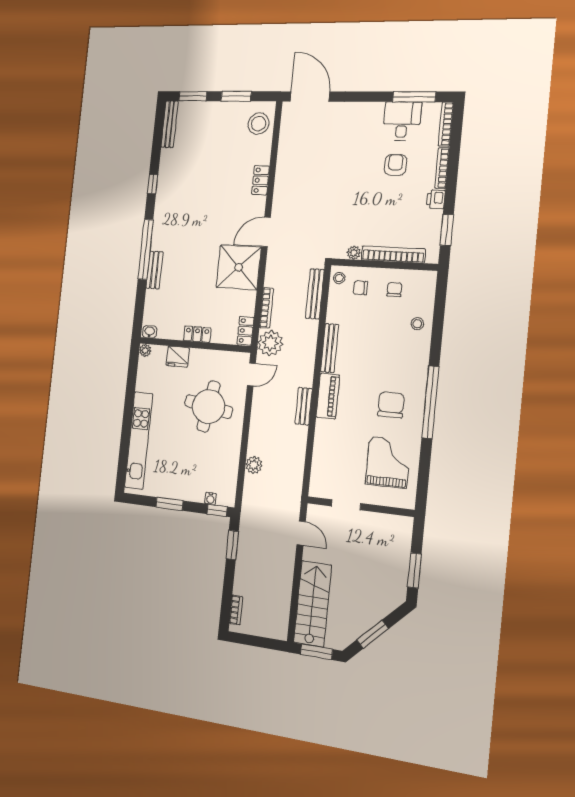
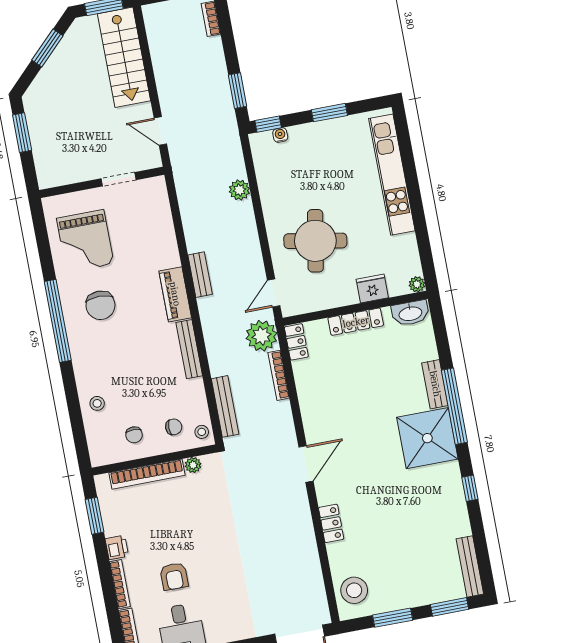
shower: (239, 267) -> (427, 438), moved
washbasin: (150, 332) -> (410, 313), width x1.91, depth x1.45
locker: (197, 334) -> (356, 322), width x1.53

